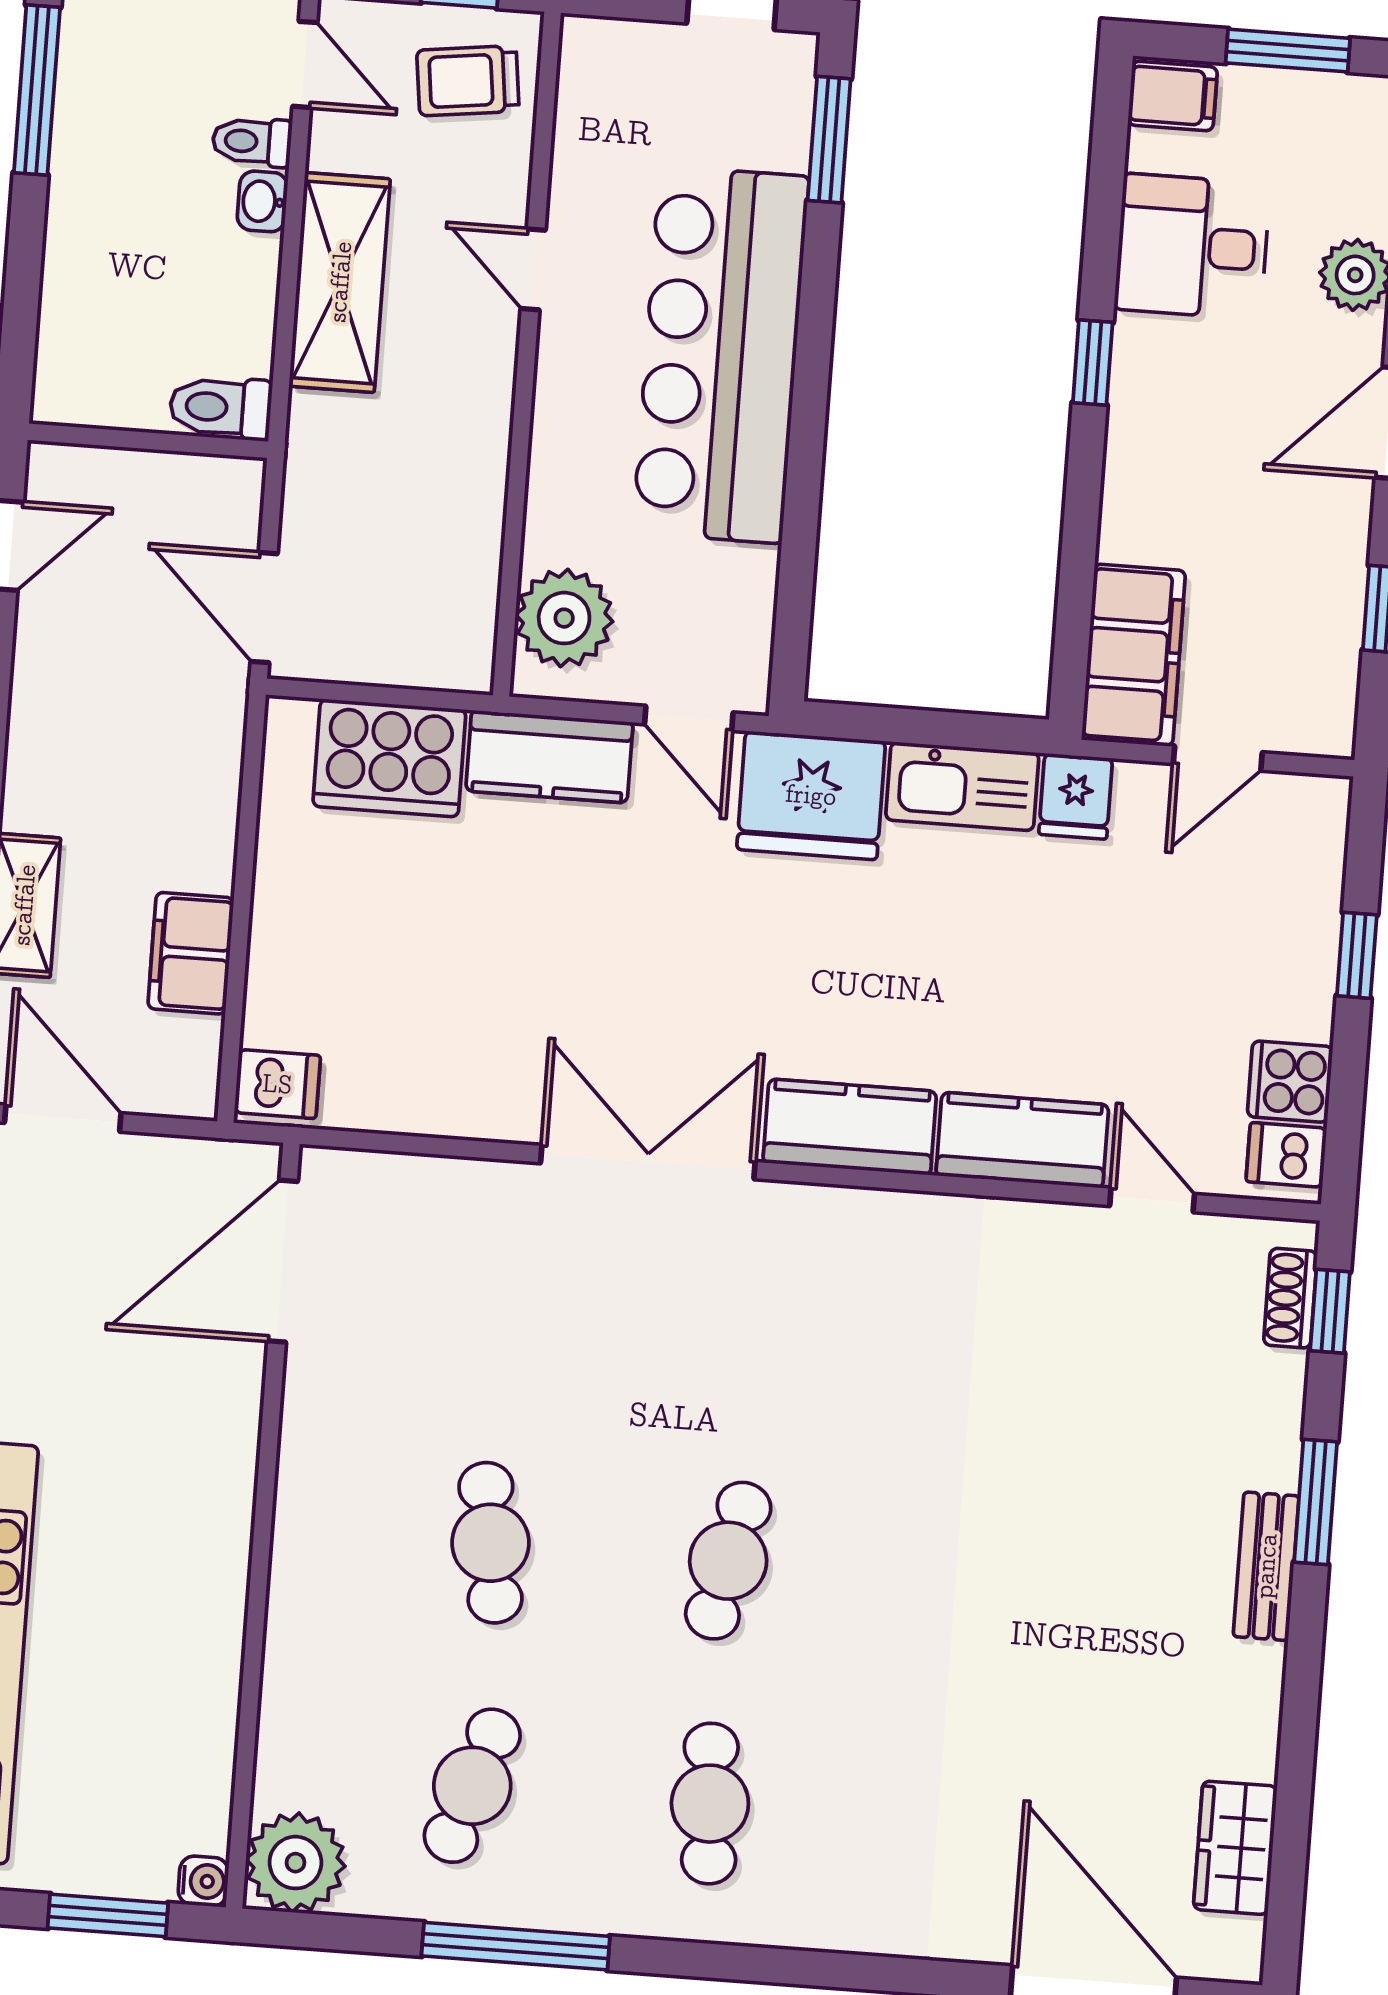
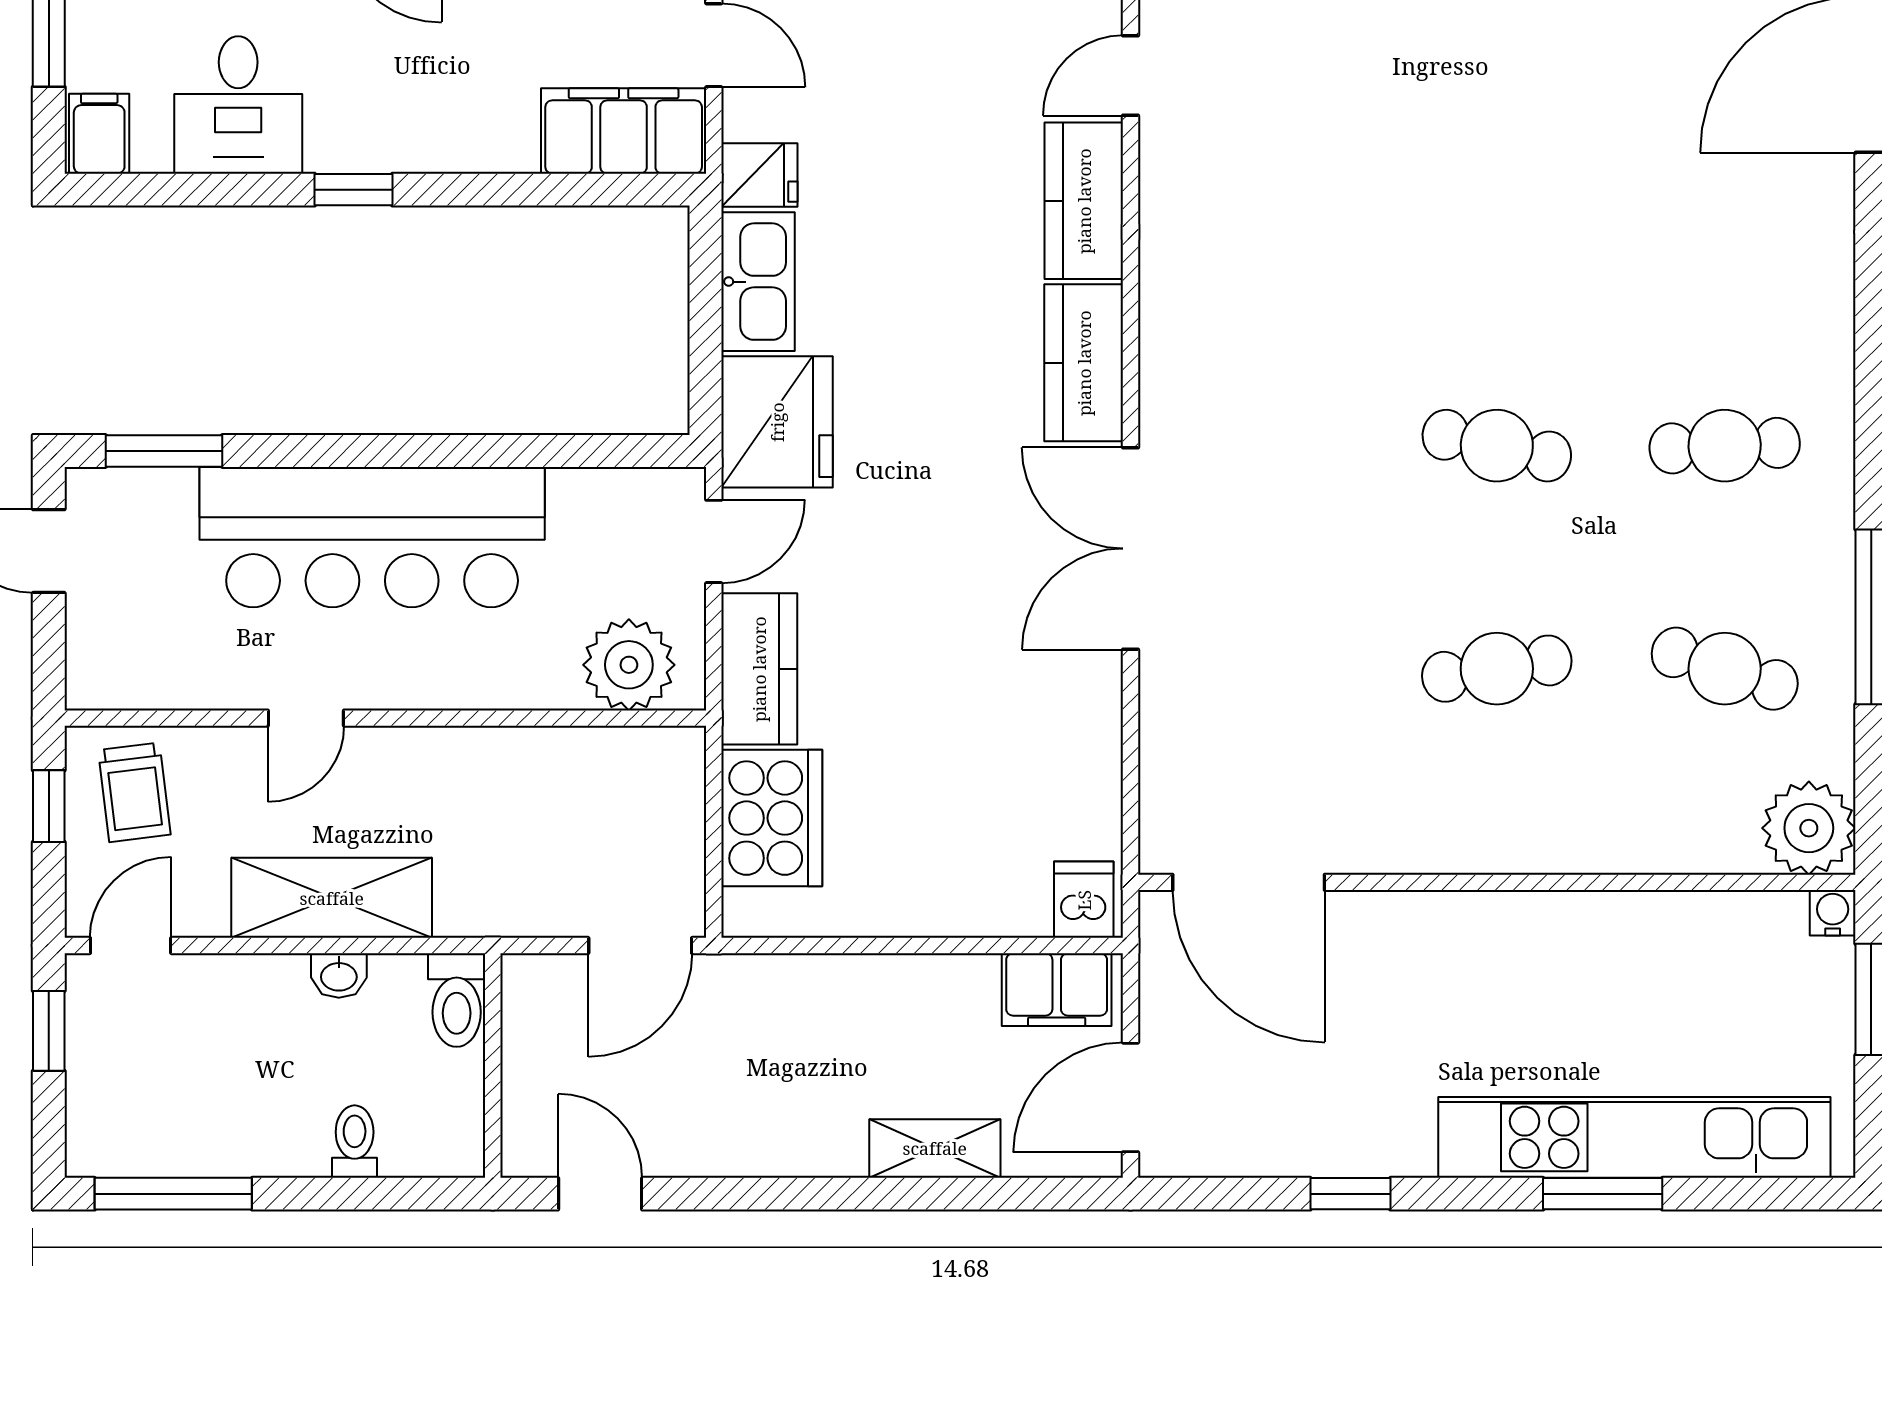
toilet: (252, 142) -> (355, 1142), moved, turned 180
washbasin: (262, 201) -> (339, 975), moved
filing cabinet: (191, 953) -> (1057, 990), moved

